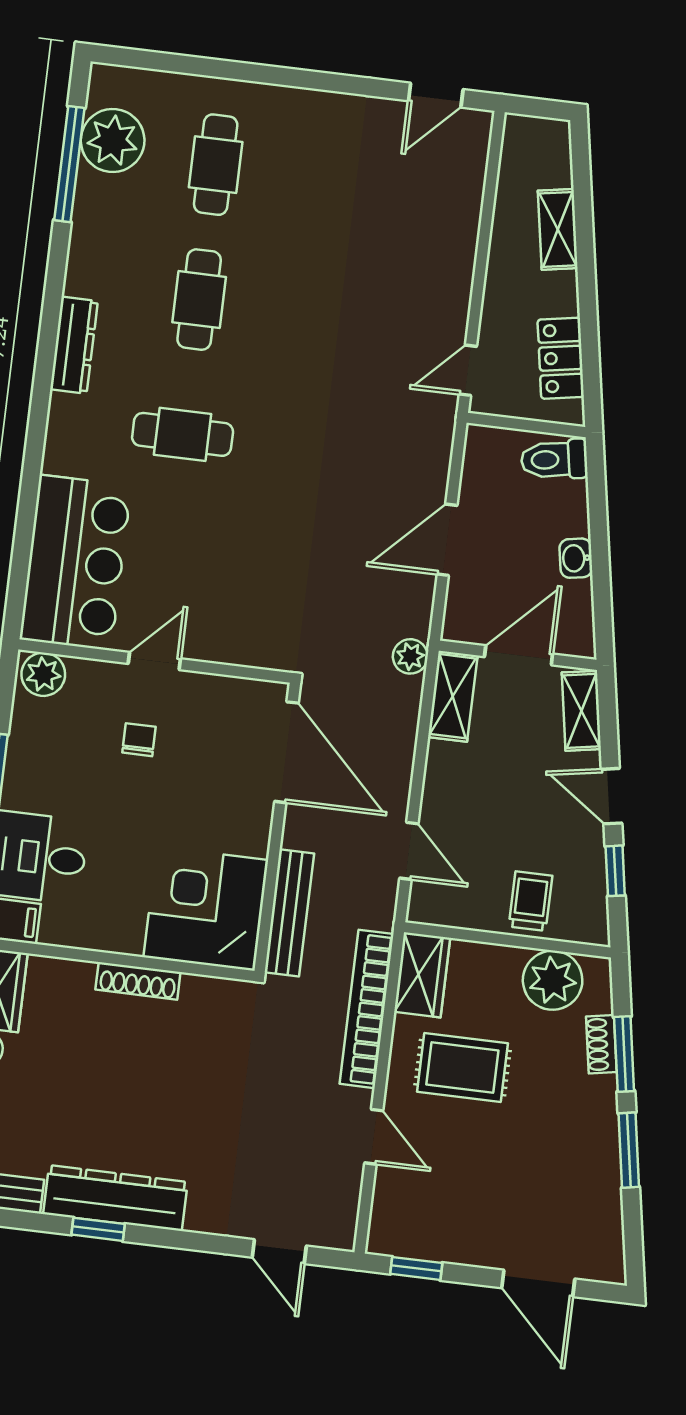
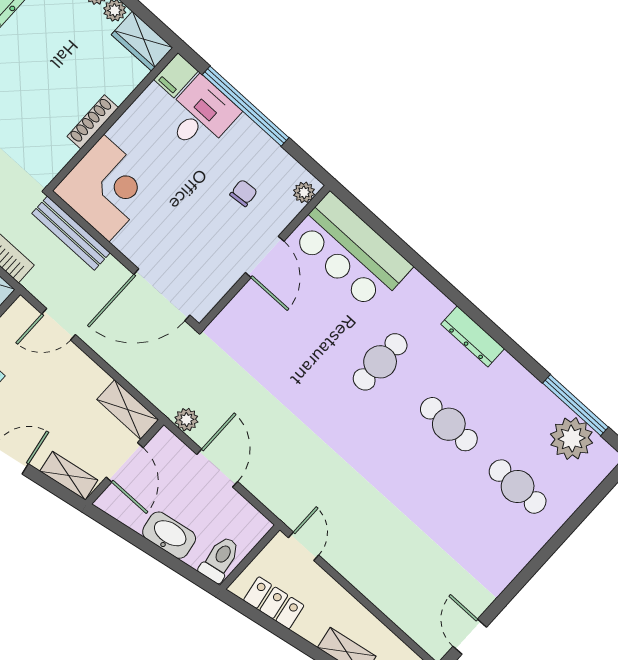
washbasin: (576, 558) -> (169, 535), width x1.91, depth x1.45
plant: (410, 656) -> (186, 420), moved
door: (154, 661) -> (265, 257), width x1.38
plant: (43, 674) -> (304, 192), width x0.73, depth x0.73
chair: (139, 740) -> (244, 193), moved, turned -95

